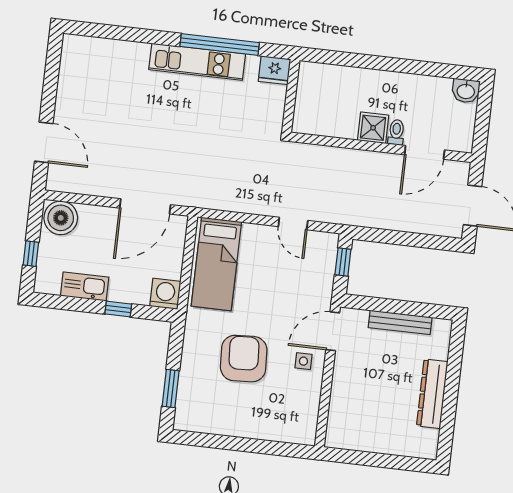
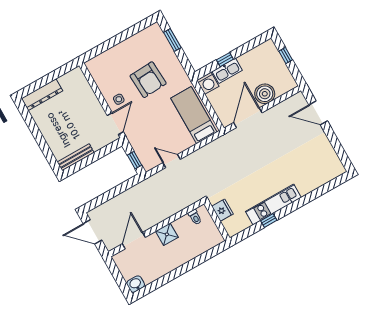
window: (220, 44) -> (269, 220), width x0.32
fridge: (275, 70) -> (222, 210), moved, turned 90
toilet: (396, 132) -> (195, 217), moved
boiler: (61, 218) -> (265, 94), moved
kitchen sink: (85, 287) -> (227, 71), moved
bench: (400, 322) -> (76, 157), moved
dresser: (432, 394) -> (42, 95), moved, turned 90

